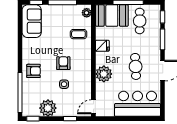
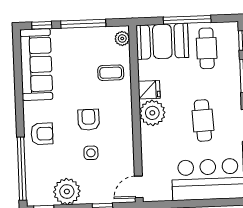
sofa: (32, 21) -> (36, 65), width x1.36
plant: (104, 74) -> (152, 113), moved

